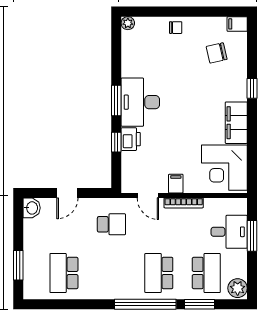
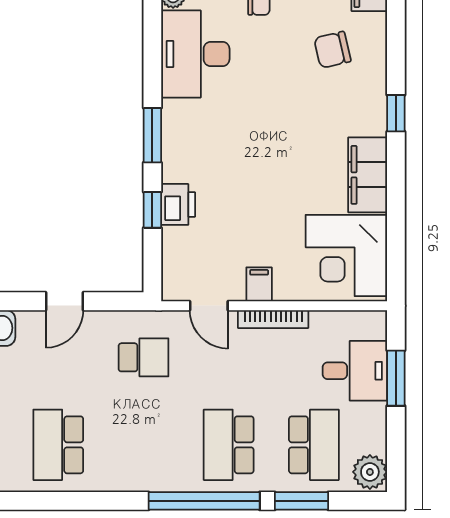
desk: (140, 102) -> (195, 54), moved

